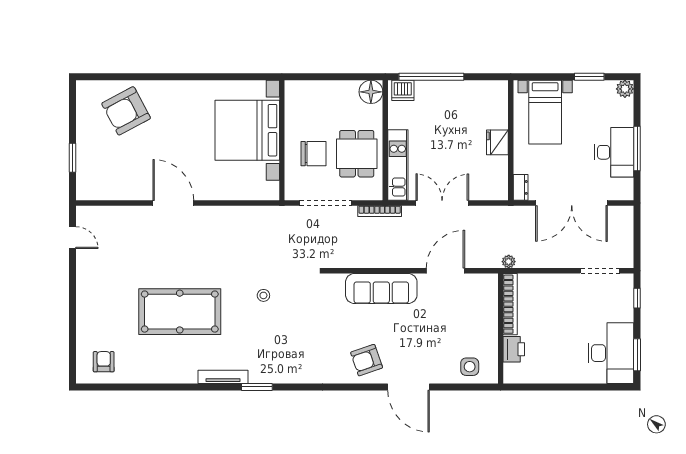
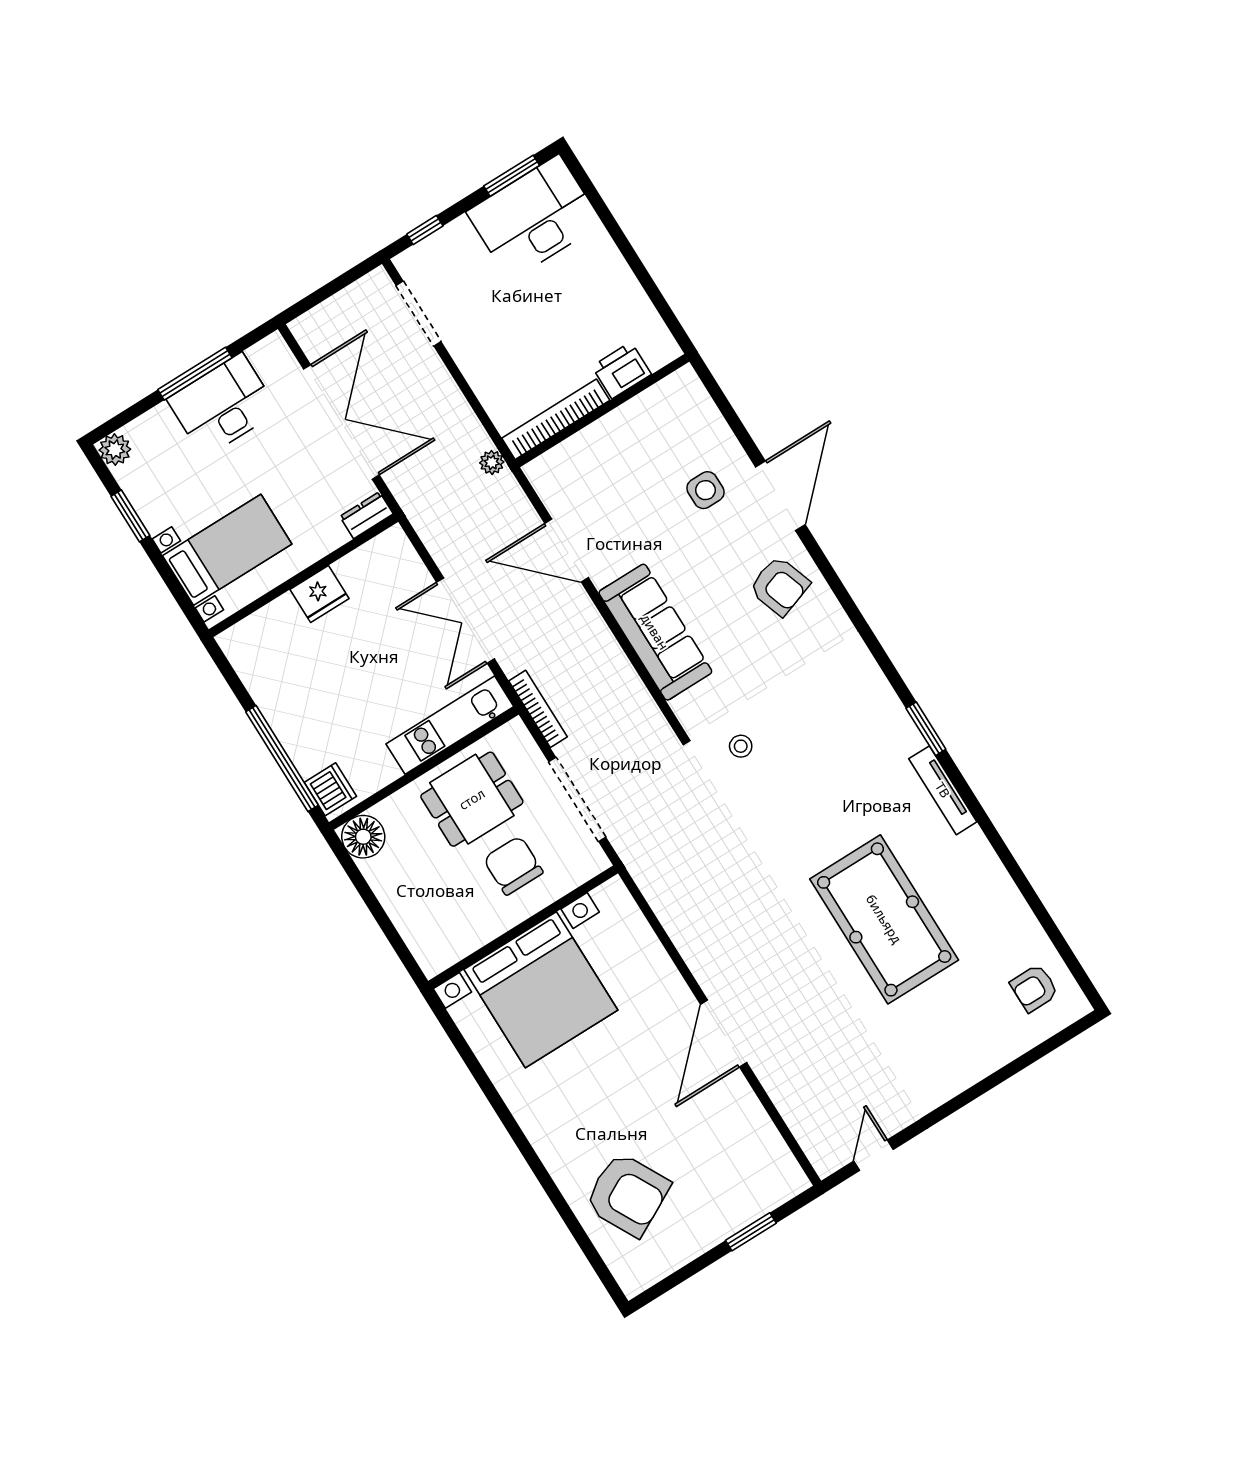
stool: (263, 295) -> (741, 746), moved
side table: (470, 367) -> (705, 490), moved

